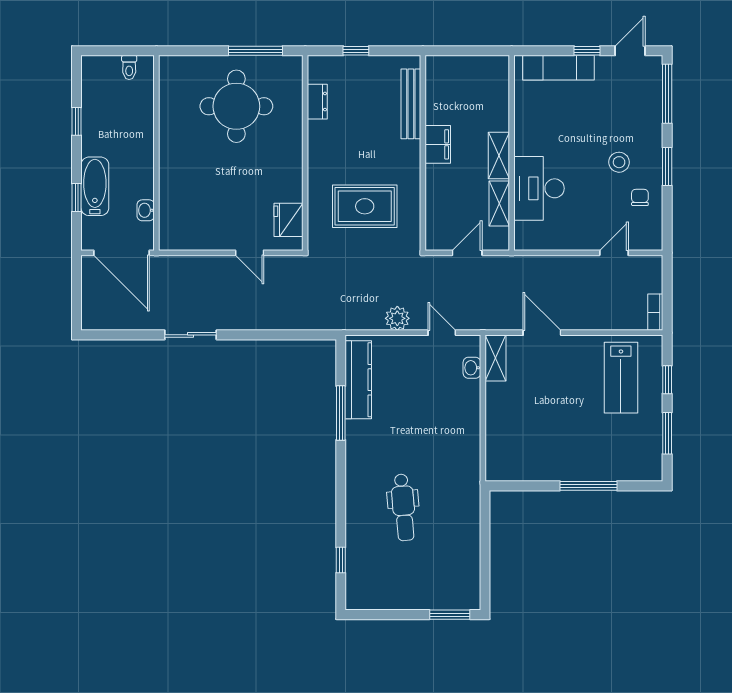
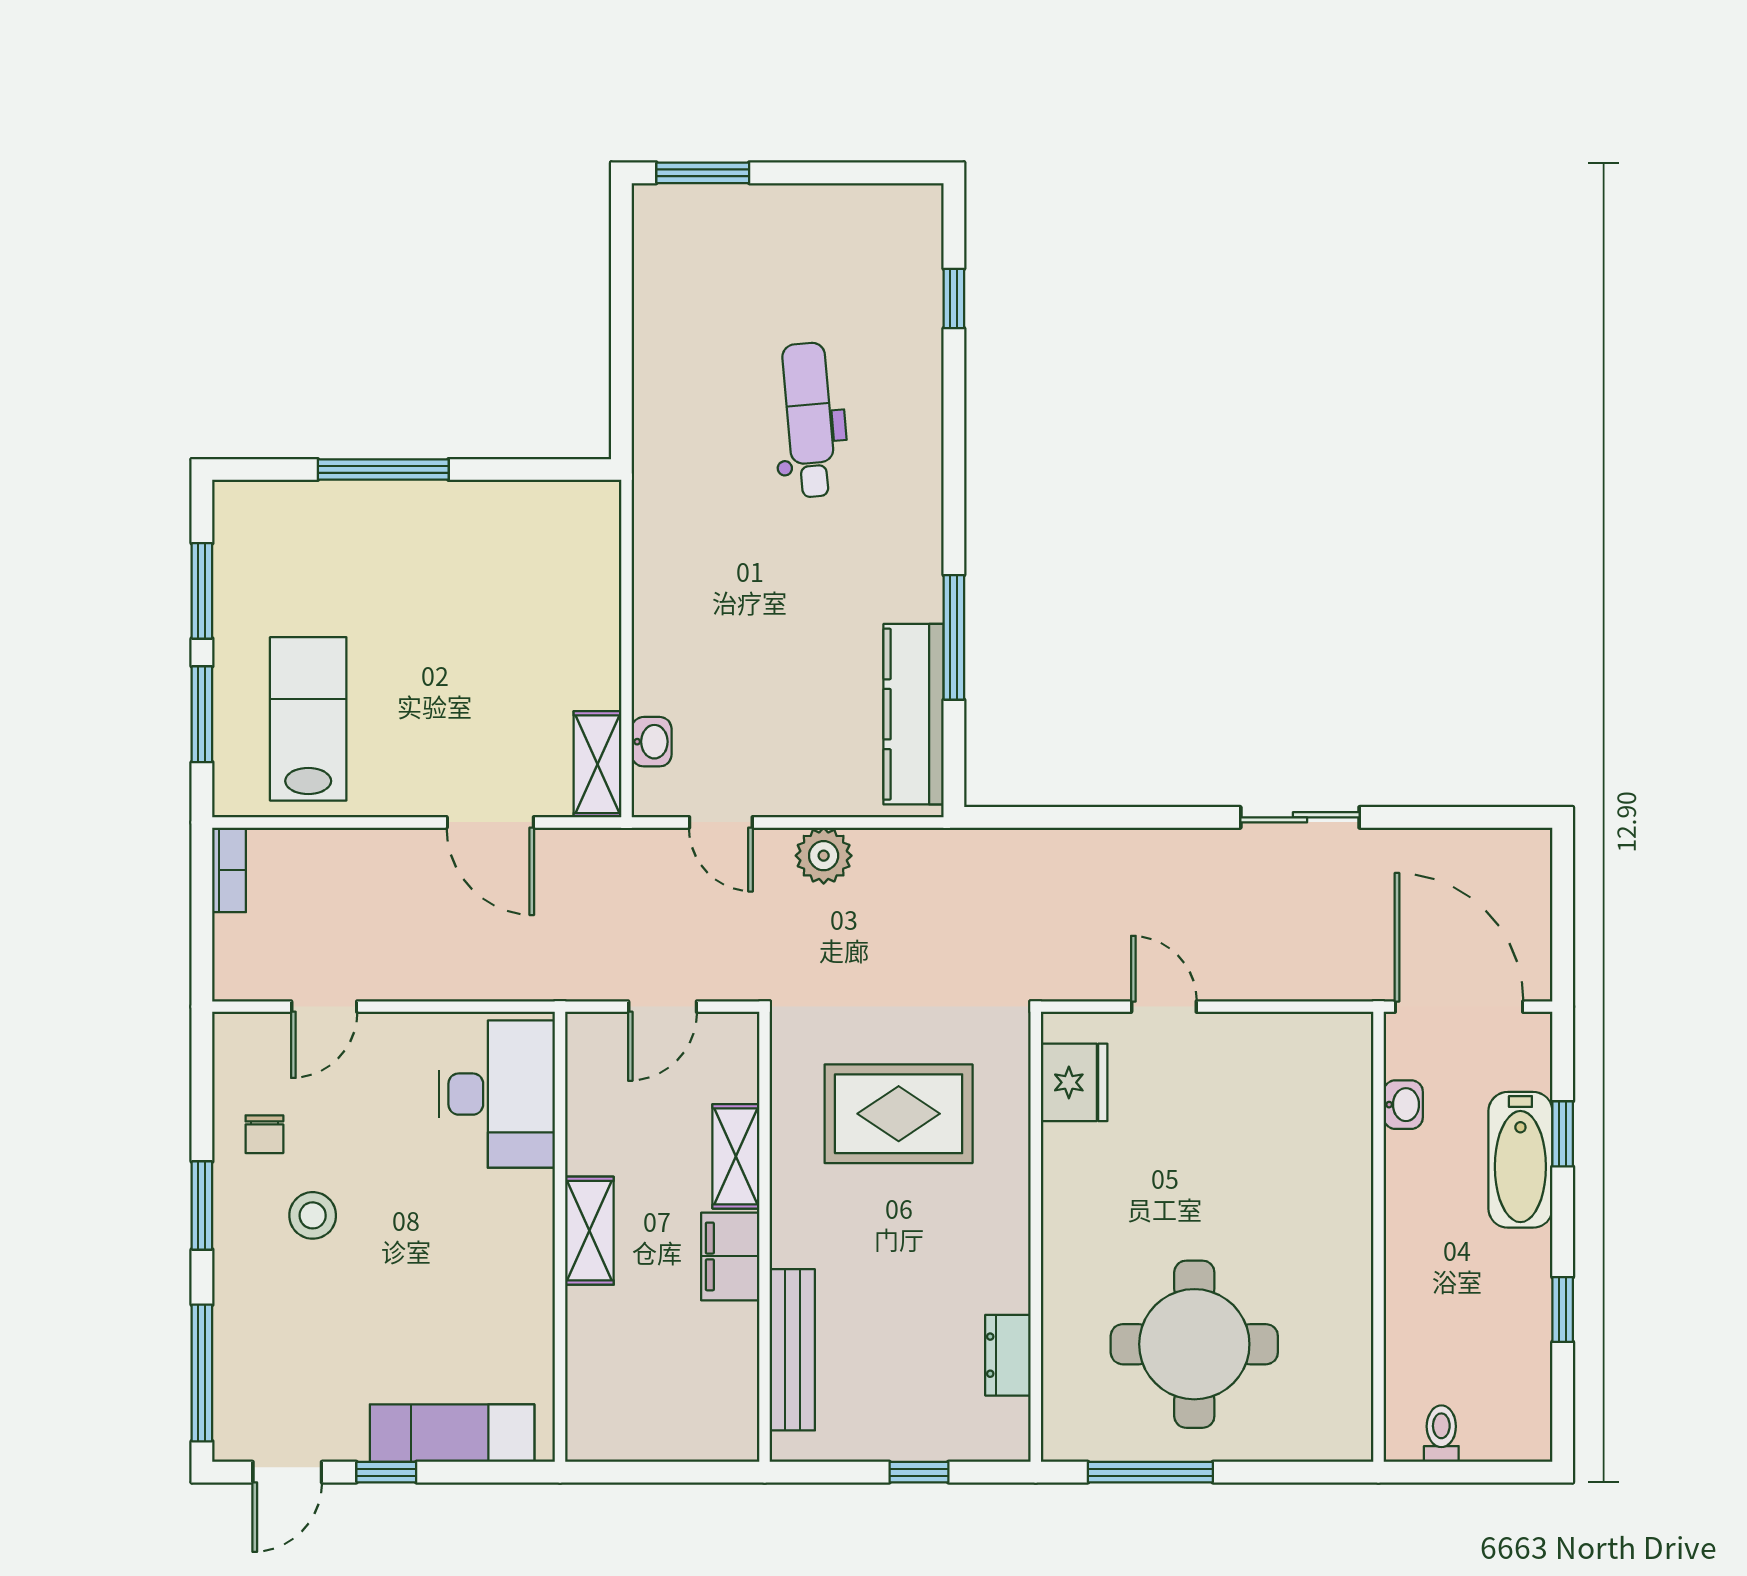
desk: (539, 188) -> (497, 1094), moved
shelving: (499, 203) -> (736, 1156), moved
window: (667, 380) -> (202, 714), width x1.50

